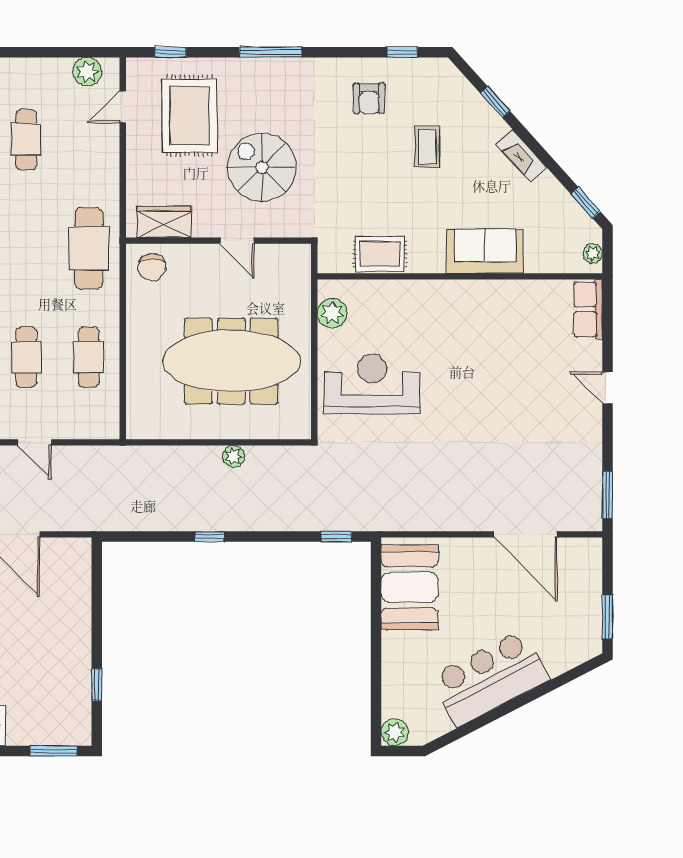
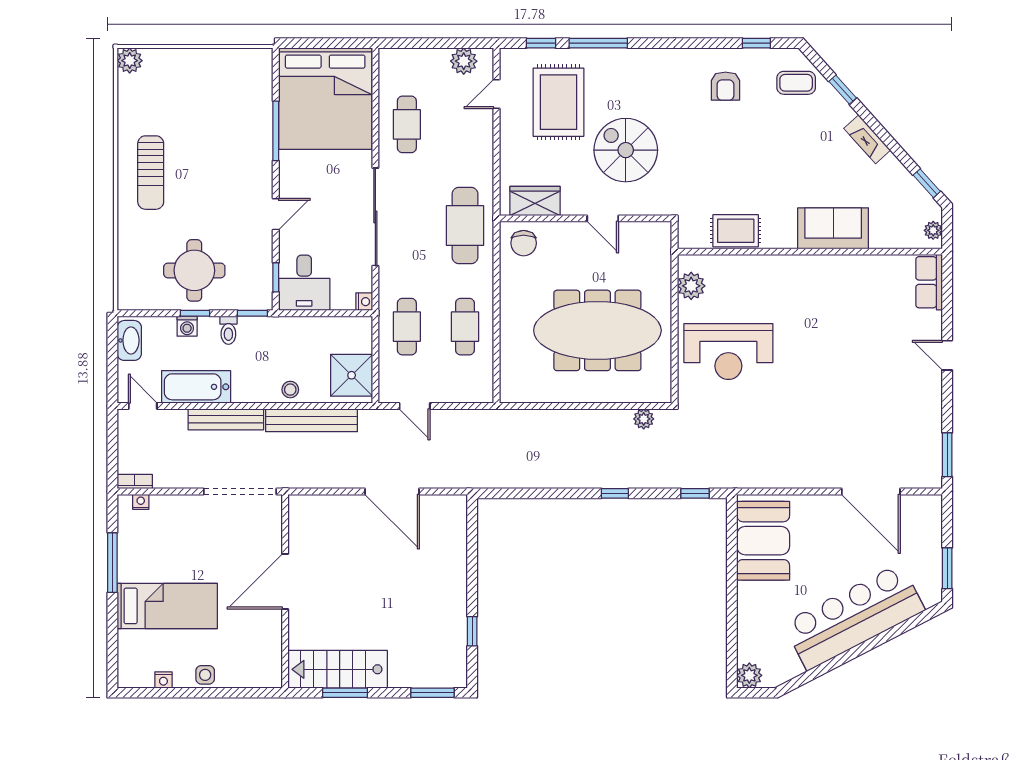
window: (271, 52) -> (598, 43), moved
coffee table: (427, 147) -> (796, 83), moved, turned 90
reception desk: (372, 384) -> (728, 352), turned 180
plant: (233, 456) -> (644, 419), moved
window: (209, 536) -> (615, 493), moved
bar counter: (490, 678) -> (854, 617), width x1.36

